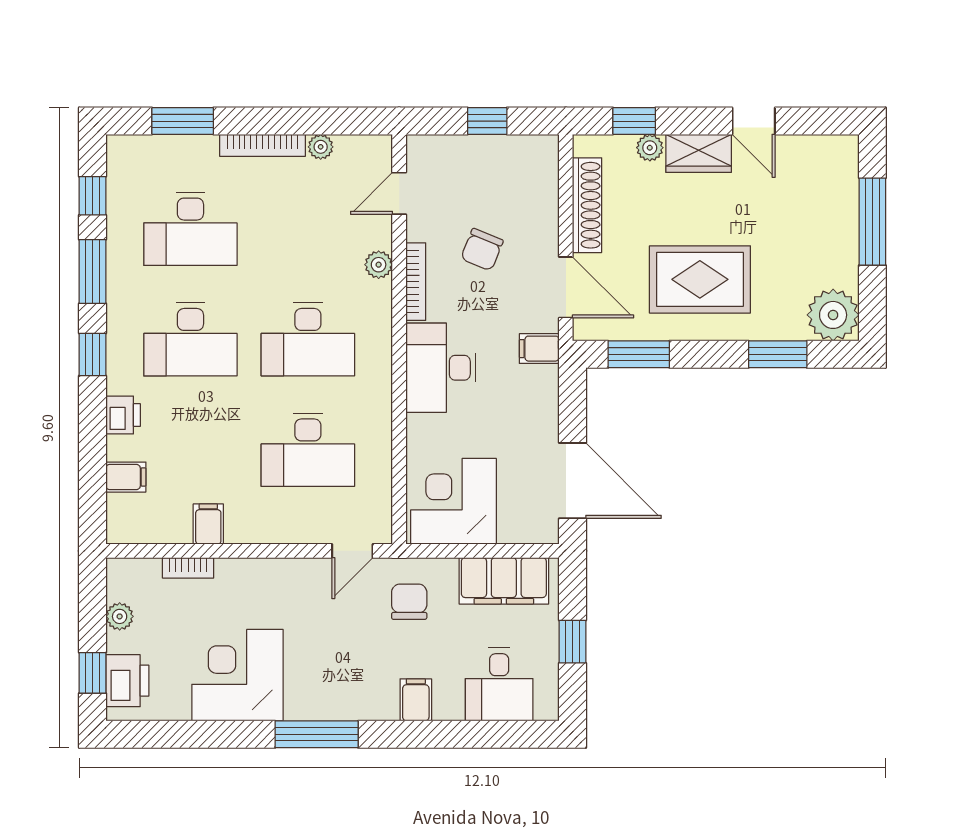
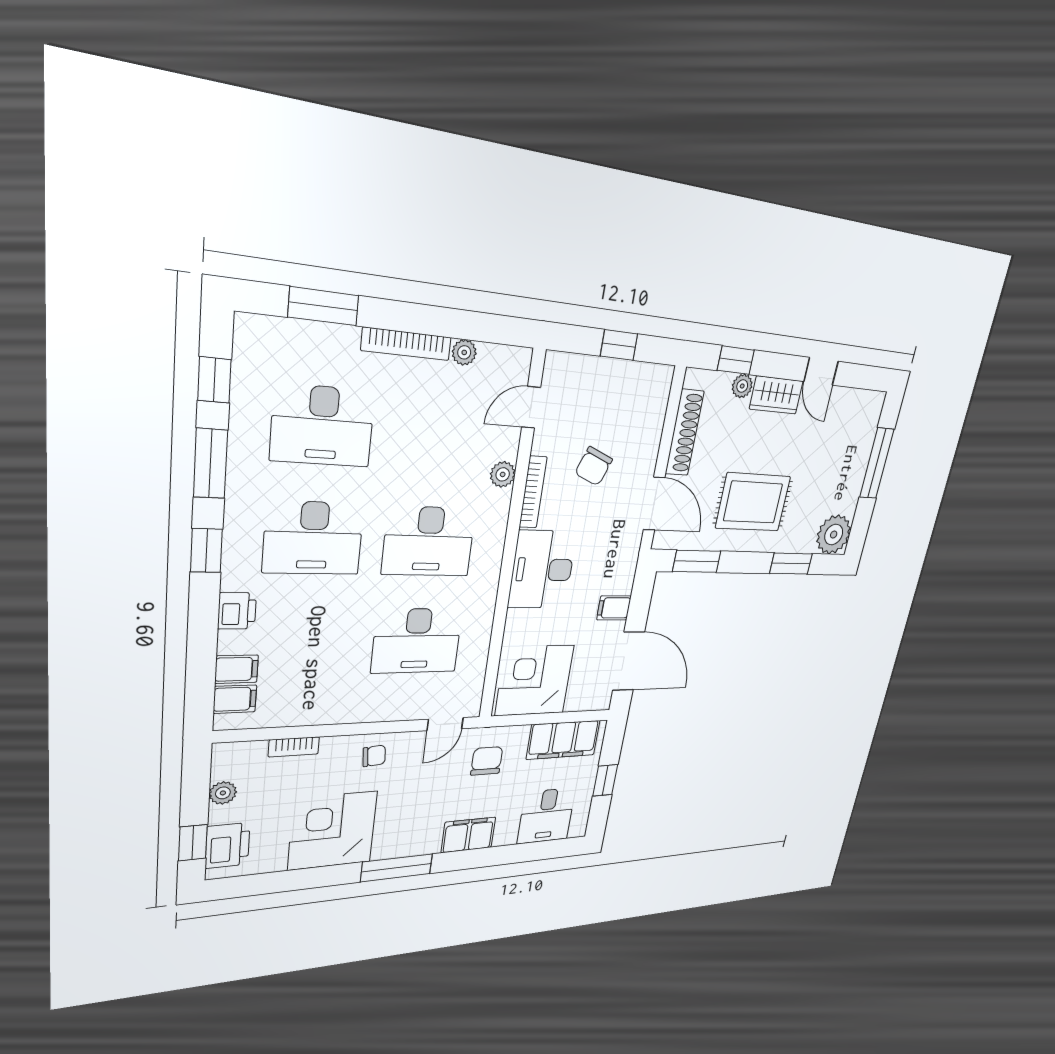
filing cabinet: (539, 349) -> (614, 608), moved
filing cabinet: (208, 524) -> (235, 699), moved, turned 90
chair: (275, 585) -> (374, 756), added
filing cabinet: (416, 700) -> (468, 835), width x2.00

